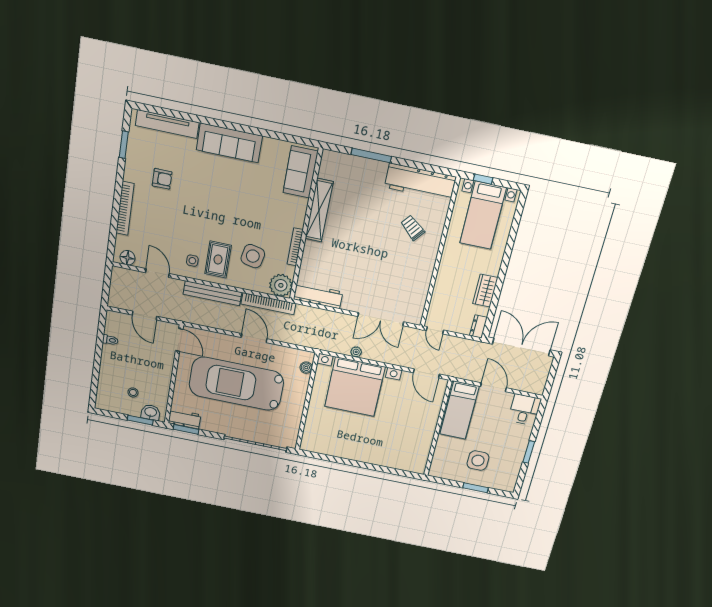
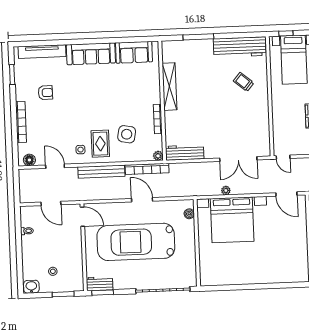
sofa: (301, 172) -> (134, 52), moved, turned -90
plant: (281, 285) -> (158, 156), width x0.53, depth x0.53
washbasin: (151, 412) -> (31, 287), moved

